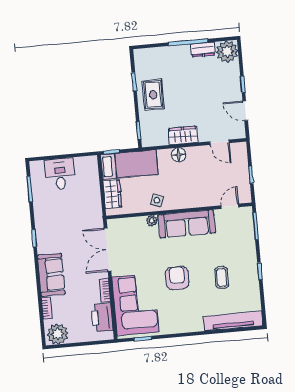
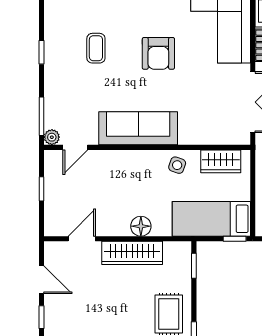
wardrobe: (183, 135) -> (132, 253), width x1.50
door: (219, 142) -> (82, 239), hinge flipped
wardrobe: (112, 194) -> (221, 161), moved, turned -90
plant: (152, 221) -> (52, 137), moved

